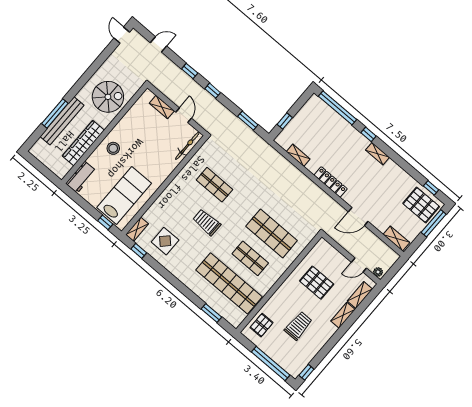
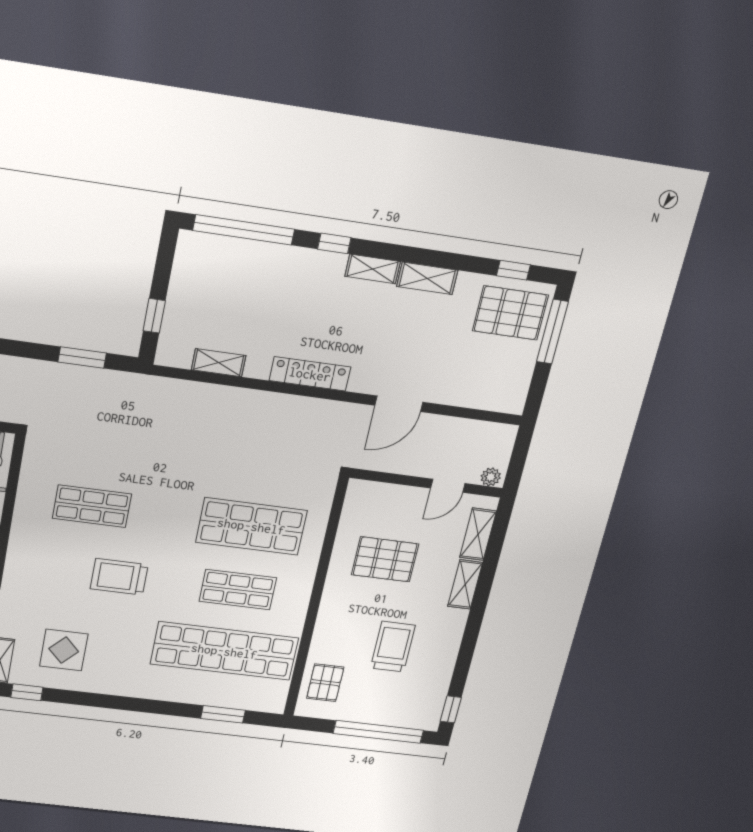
shelving: (396, 238) -> (427, 278), moved

